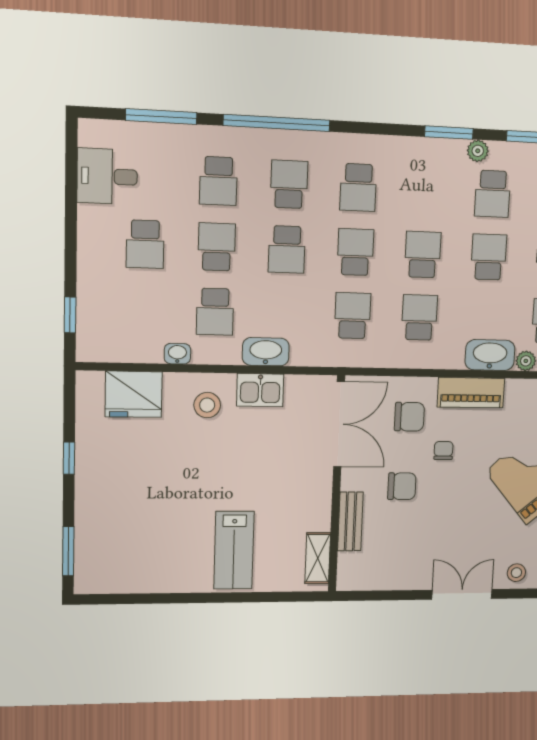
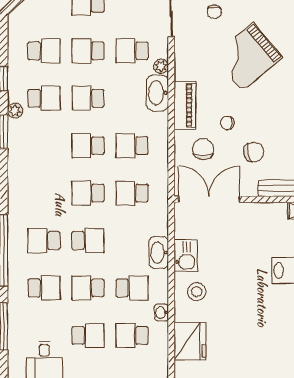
school desk: (358, 188) -> (132, 335), moved, turned 180
chair: (402, 486) -> (254, 152), turned 78

